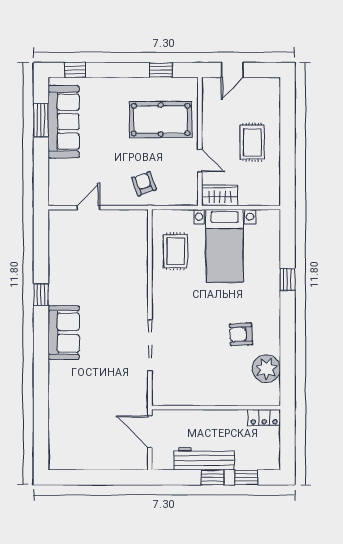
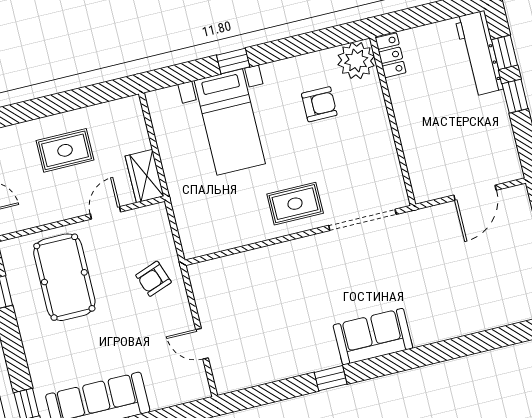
bed with nightstands: (224, 246) -> (230, 122), moved, turned 90
rug: (176, 251) -> (295, 204), moved
armchair: (241, 334) -> (319, 104), turned -87
wall: (216, 408) -> (393, 121), moved
locker: (264, 418) -> (391, 55), moved
workbench: (204, 459) -> (479, 53), moved

